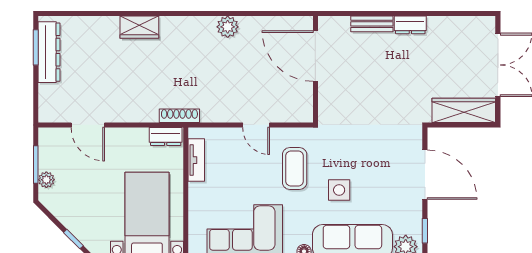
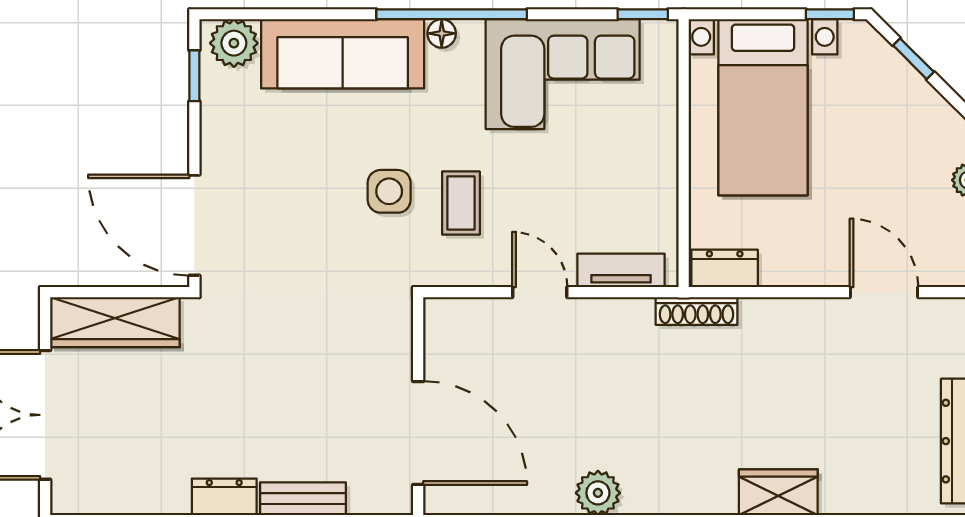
tv unit: (196, 160) -> (621, 270), moved, turned 90
coffee table: (295, 168) -> (461, 203), width x0.73, depth x0.77
door: (425, 175) -> (194, 225), moved
side table: (339, 190) -> (389, 191), moved

